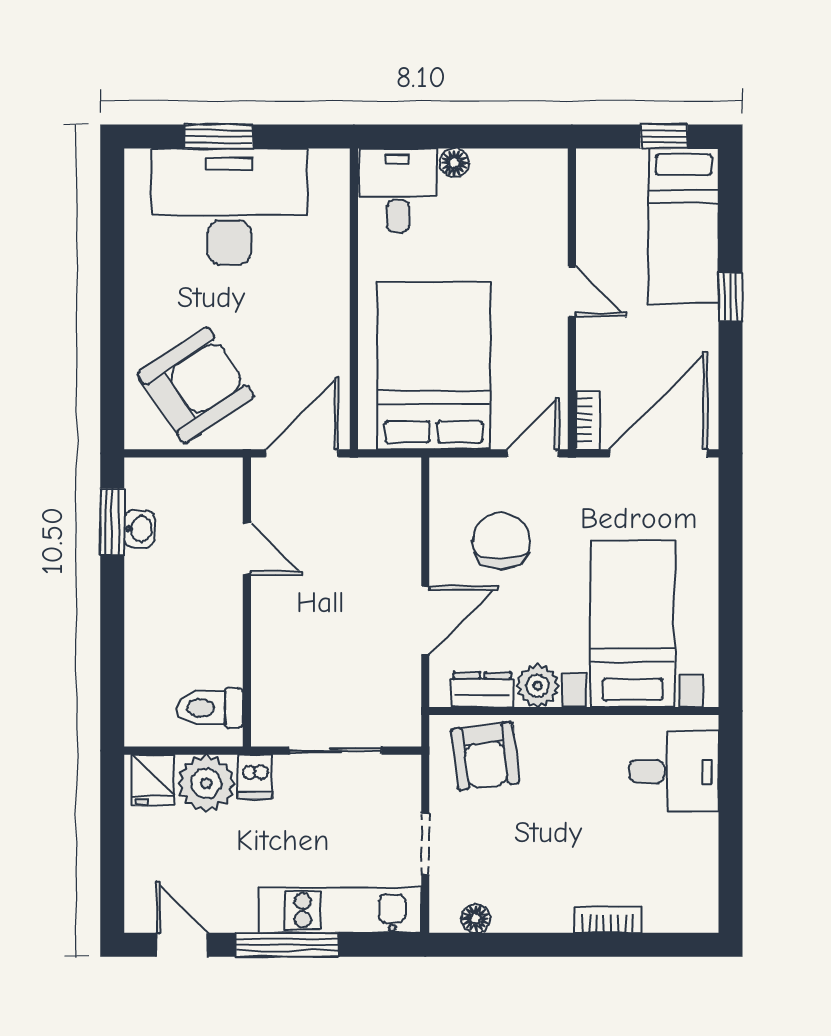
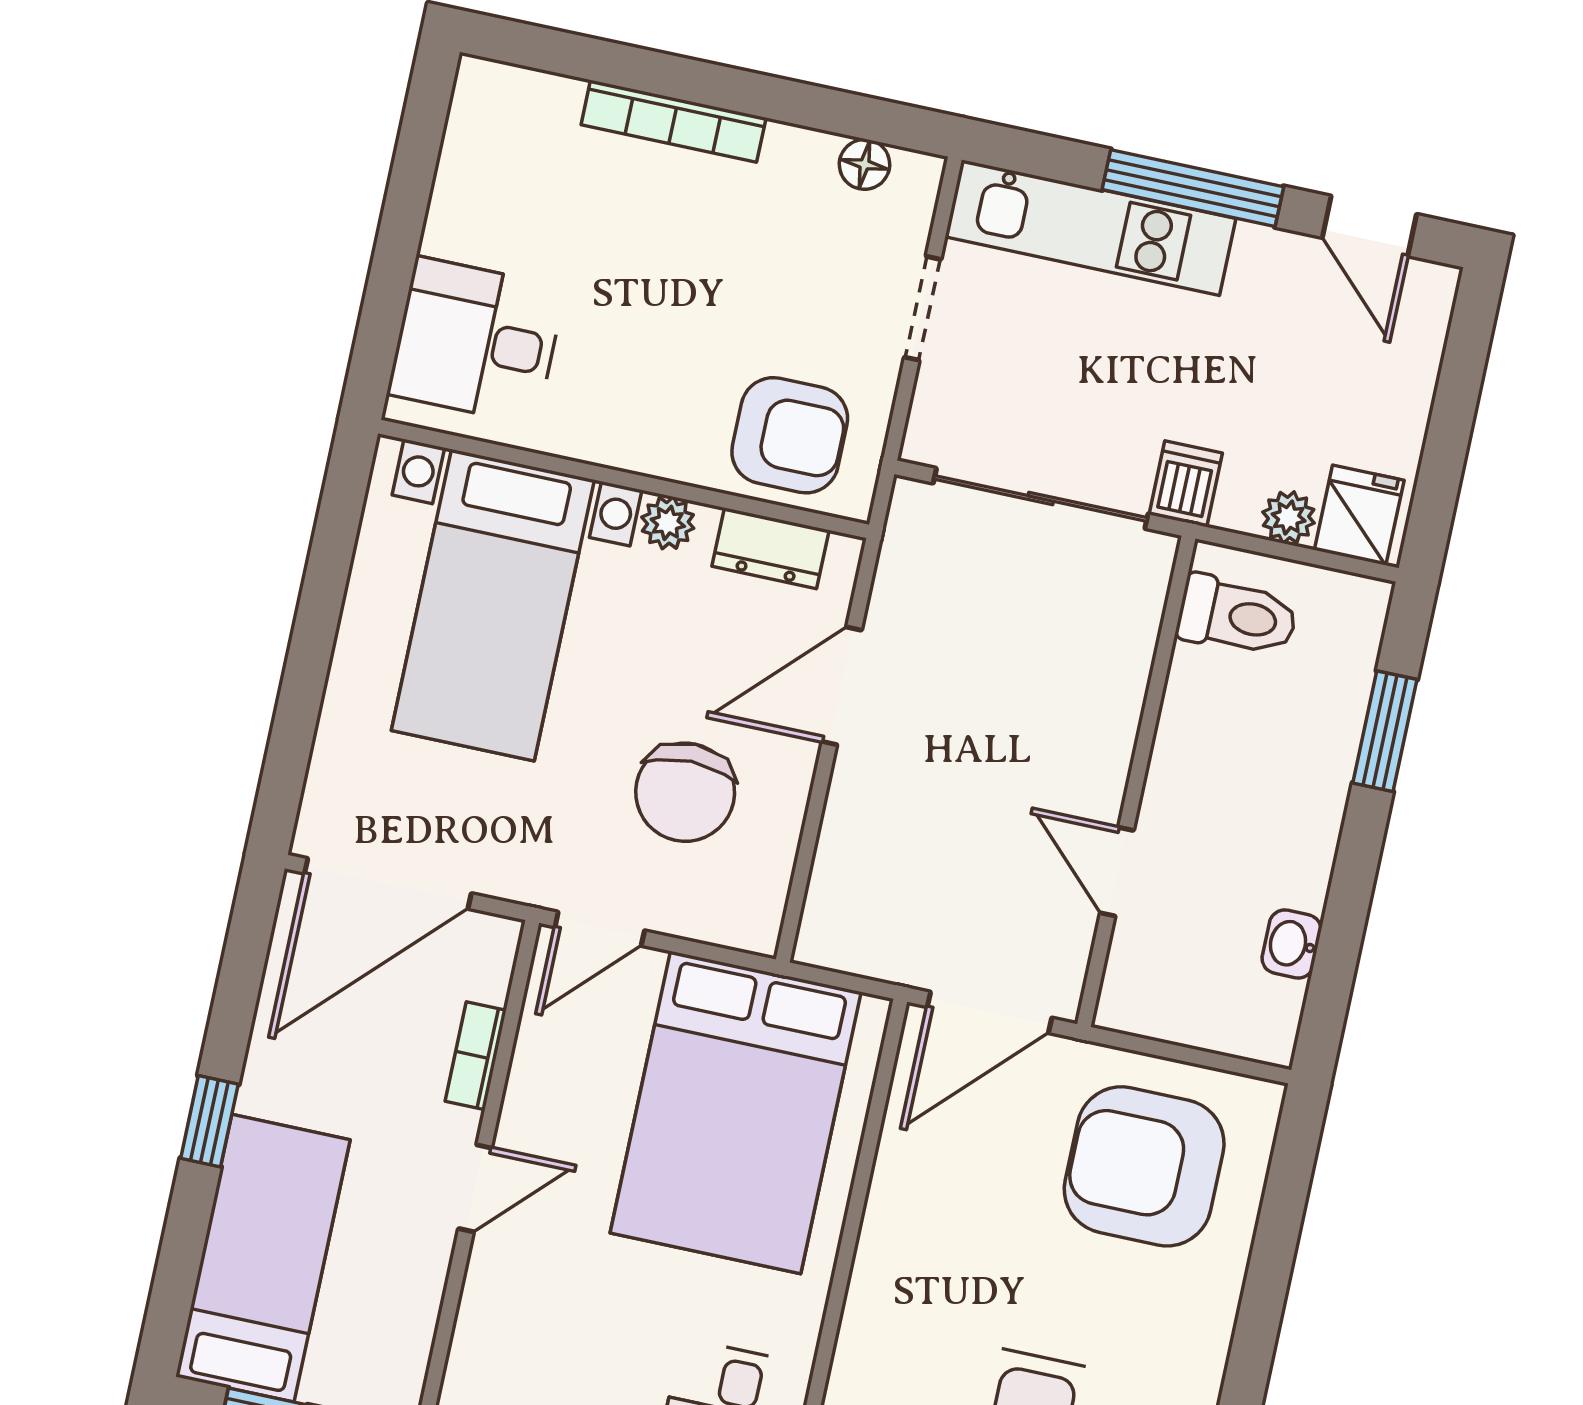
door: (572, 291) -> (475, 1188), swing flipped
armchair: (196, 385) -> (1144, 1166), turned 34
bookcase: (588, 420) -> (476, 1056), moved
window: (112, 522) -> (1385, 731), moved
plant: (538, 686) -> (668, 523), width x0.73, depth x0.73
sliding door: (335, 751) -> (1041, 498), width x1.37
armchair: (485, 756) -> (790, 435), turned 97
plant: (206, 783) -> (1289, 518), width x0.53, depth x0.53
bookcase: (608, 920) -> (674, 121), width x1.56

